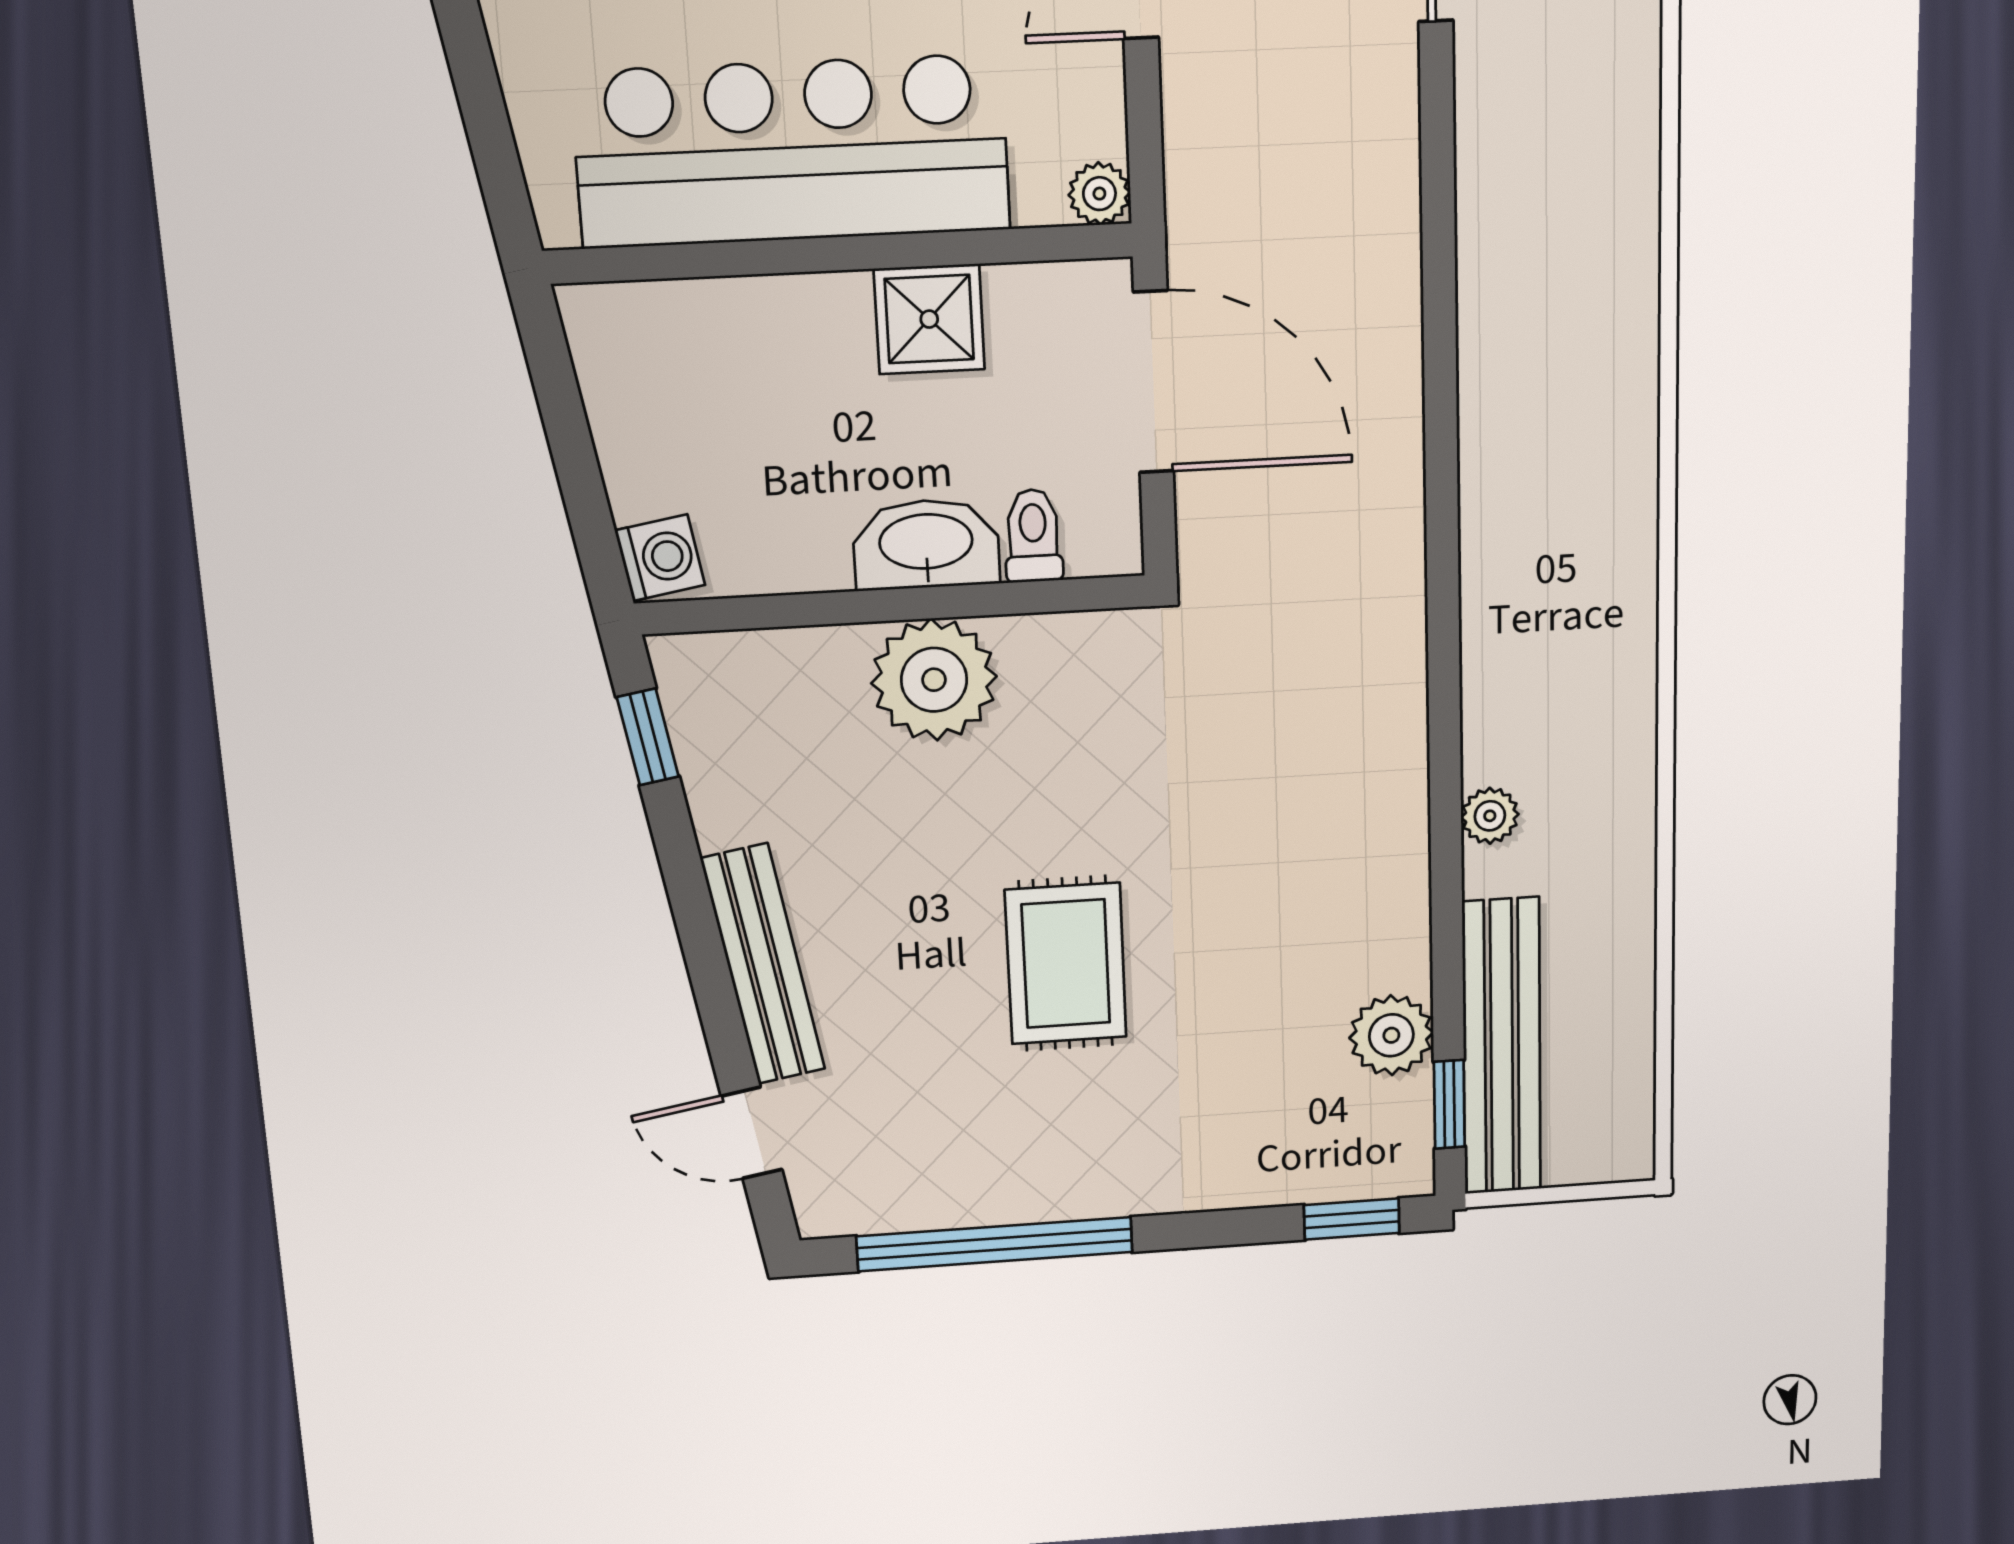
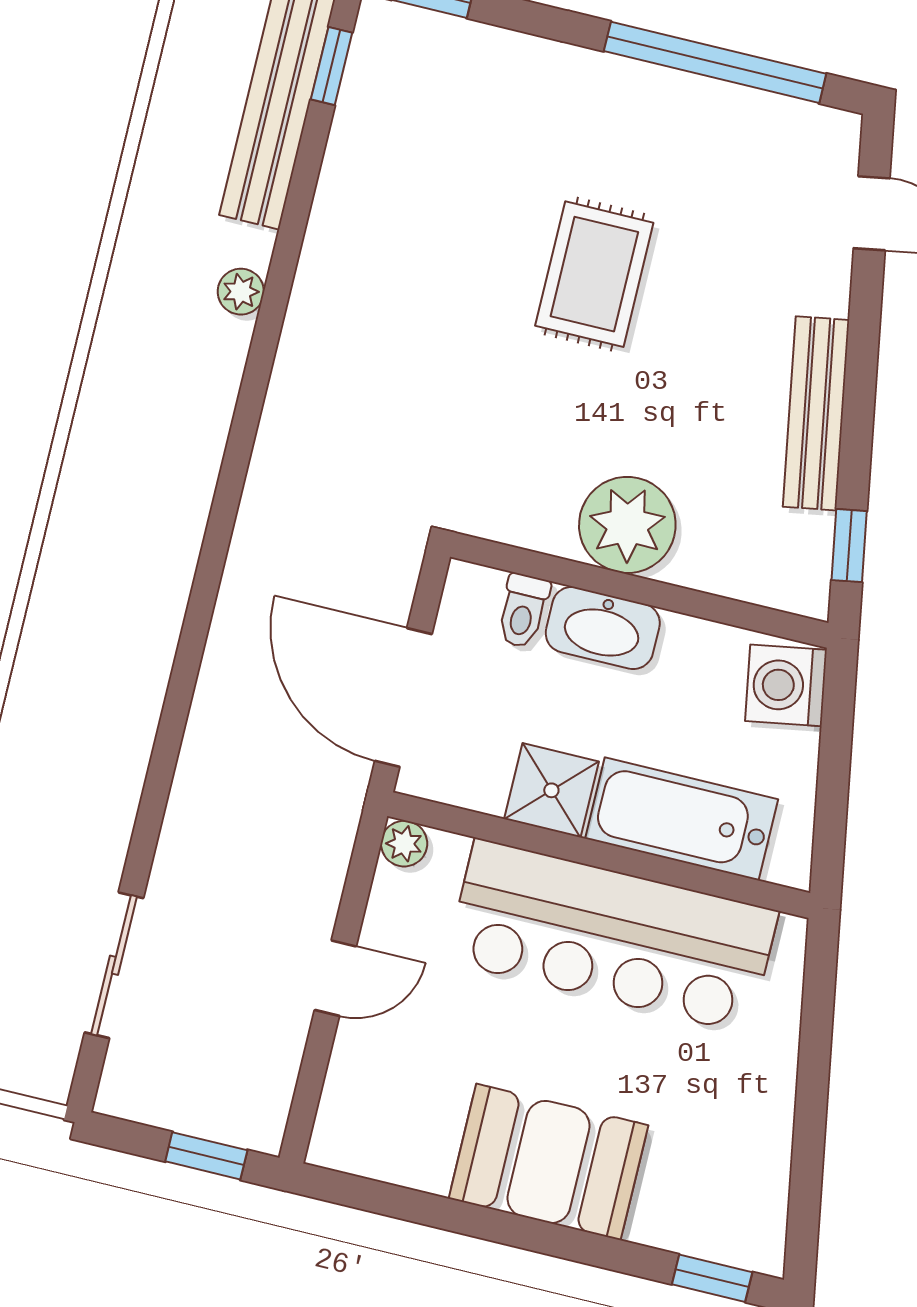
bathtub: (750, 332) -> (682, 819), added
washing machine: (660, 558) -> (786, 685), width x1.38, depth x1.38
bench: (763, 964) -> (816, 413), moved
plant: (1391, 1035) -> (362, 138), removed

